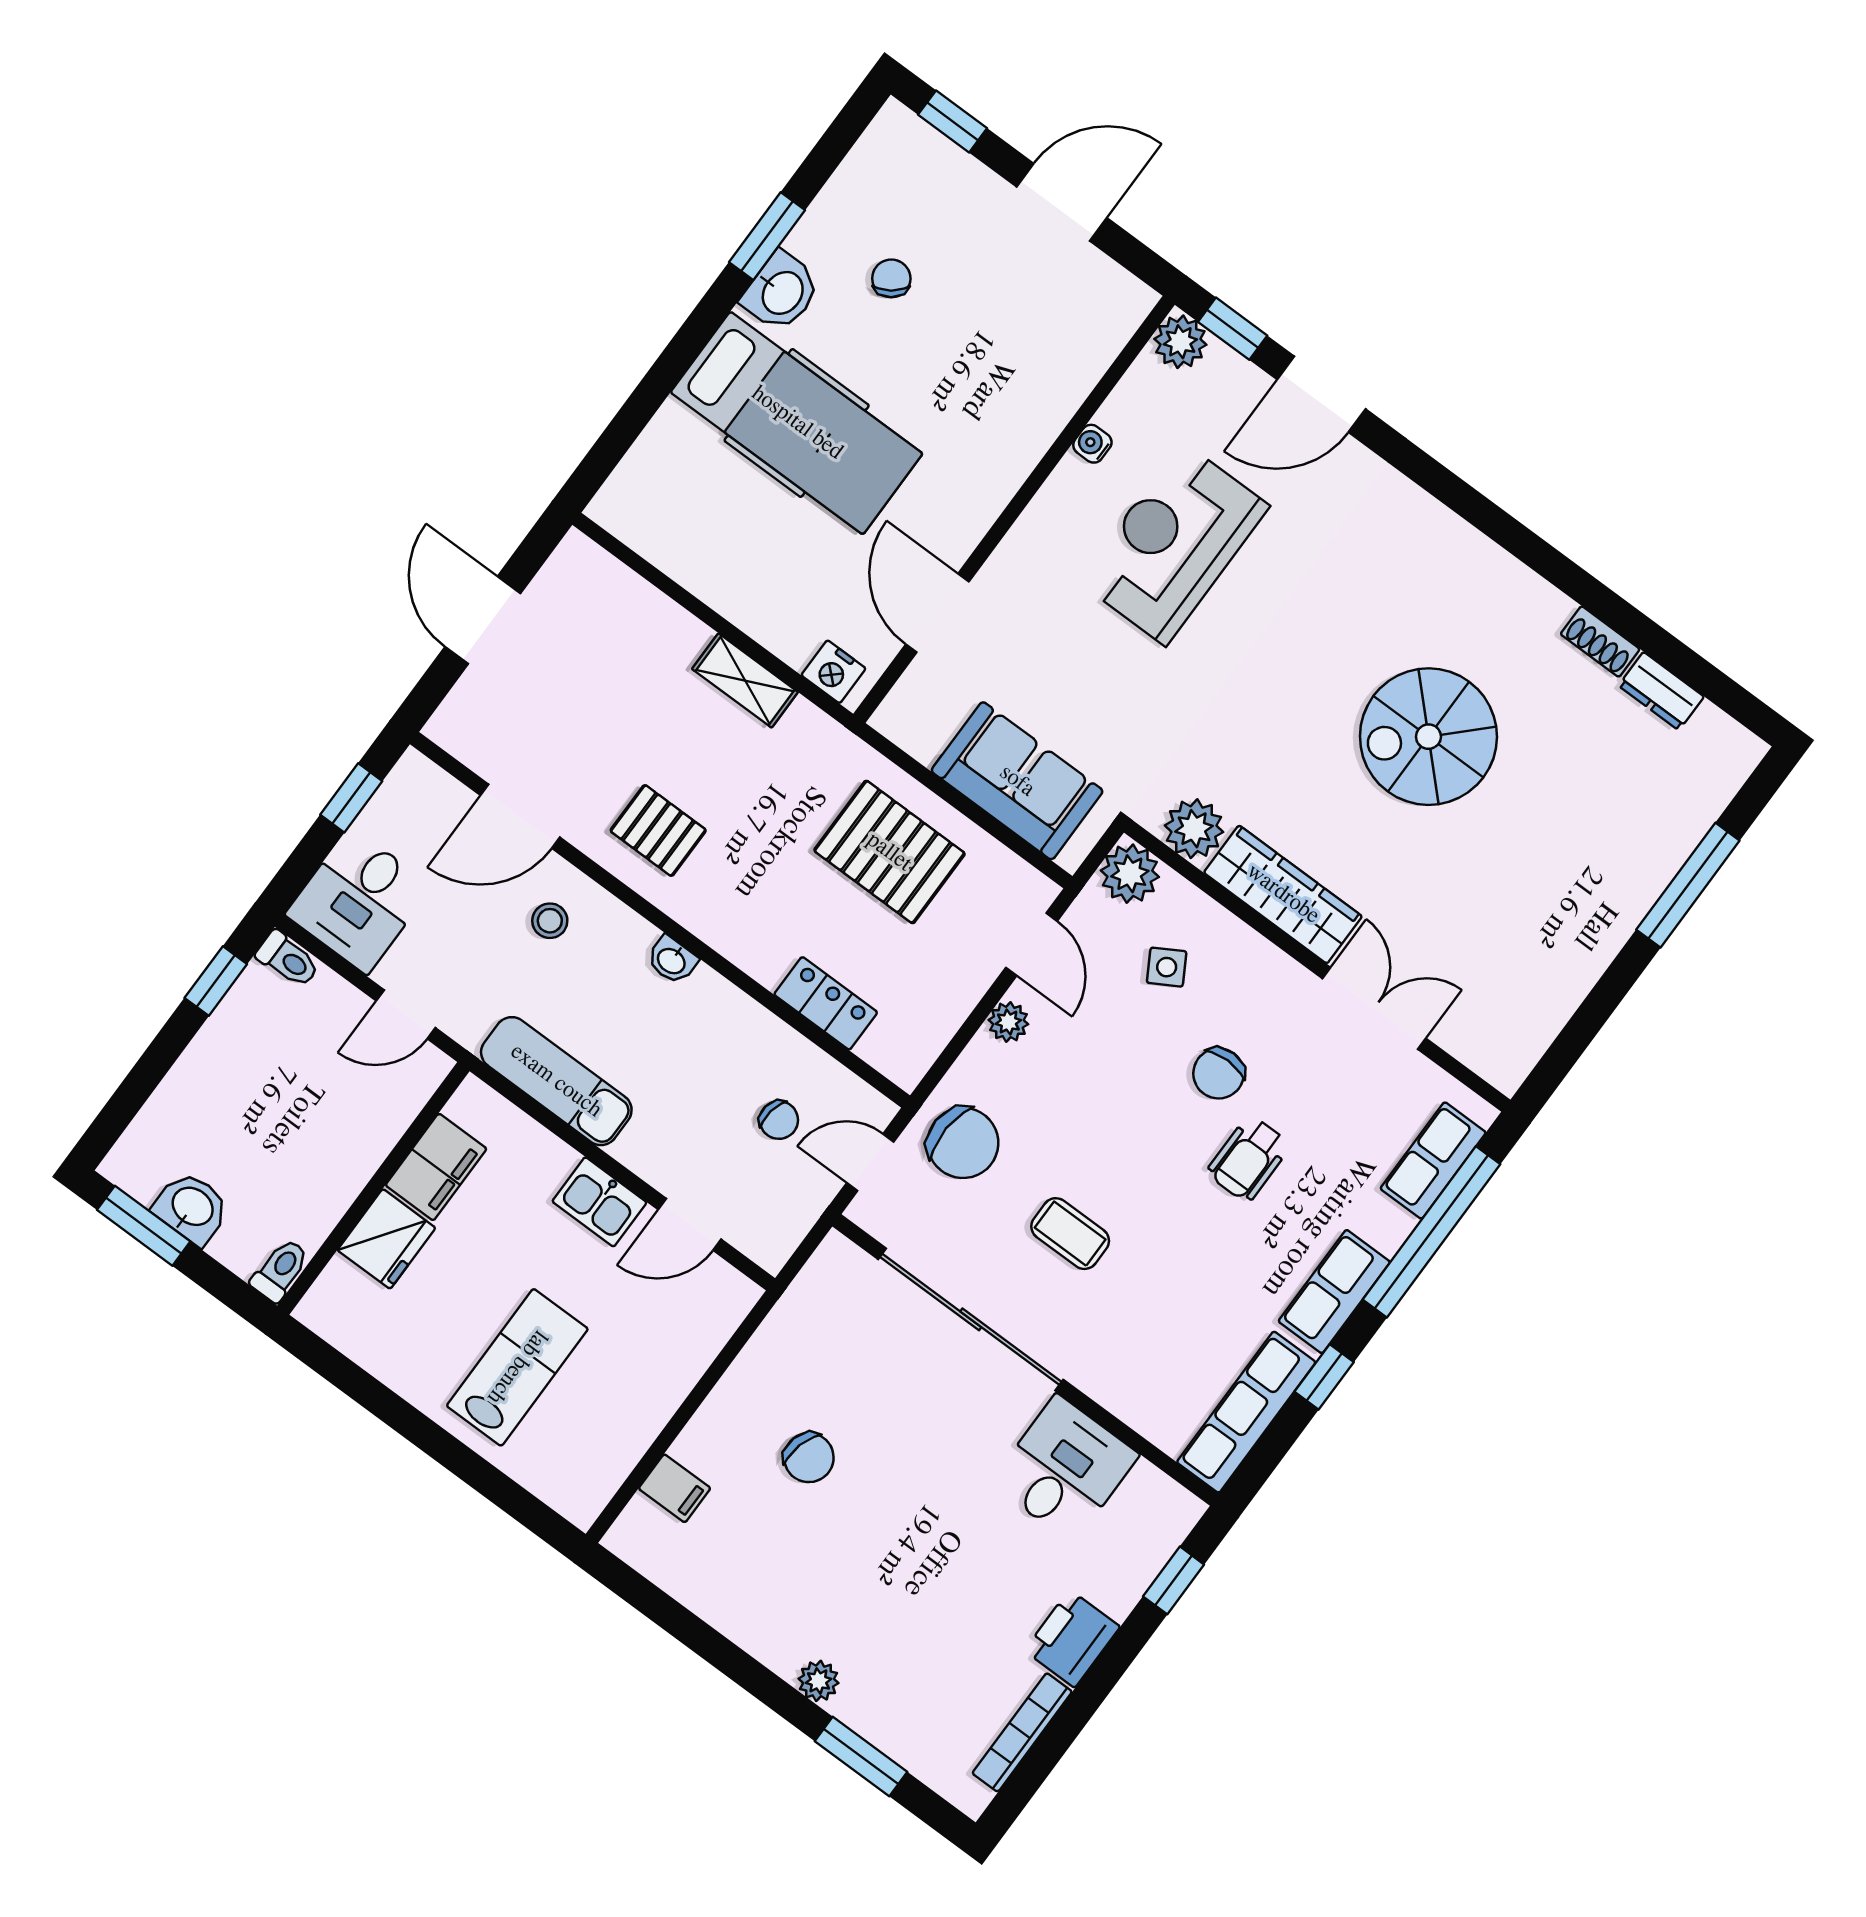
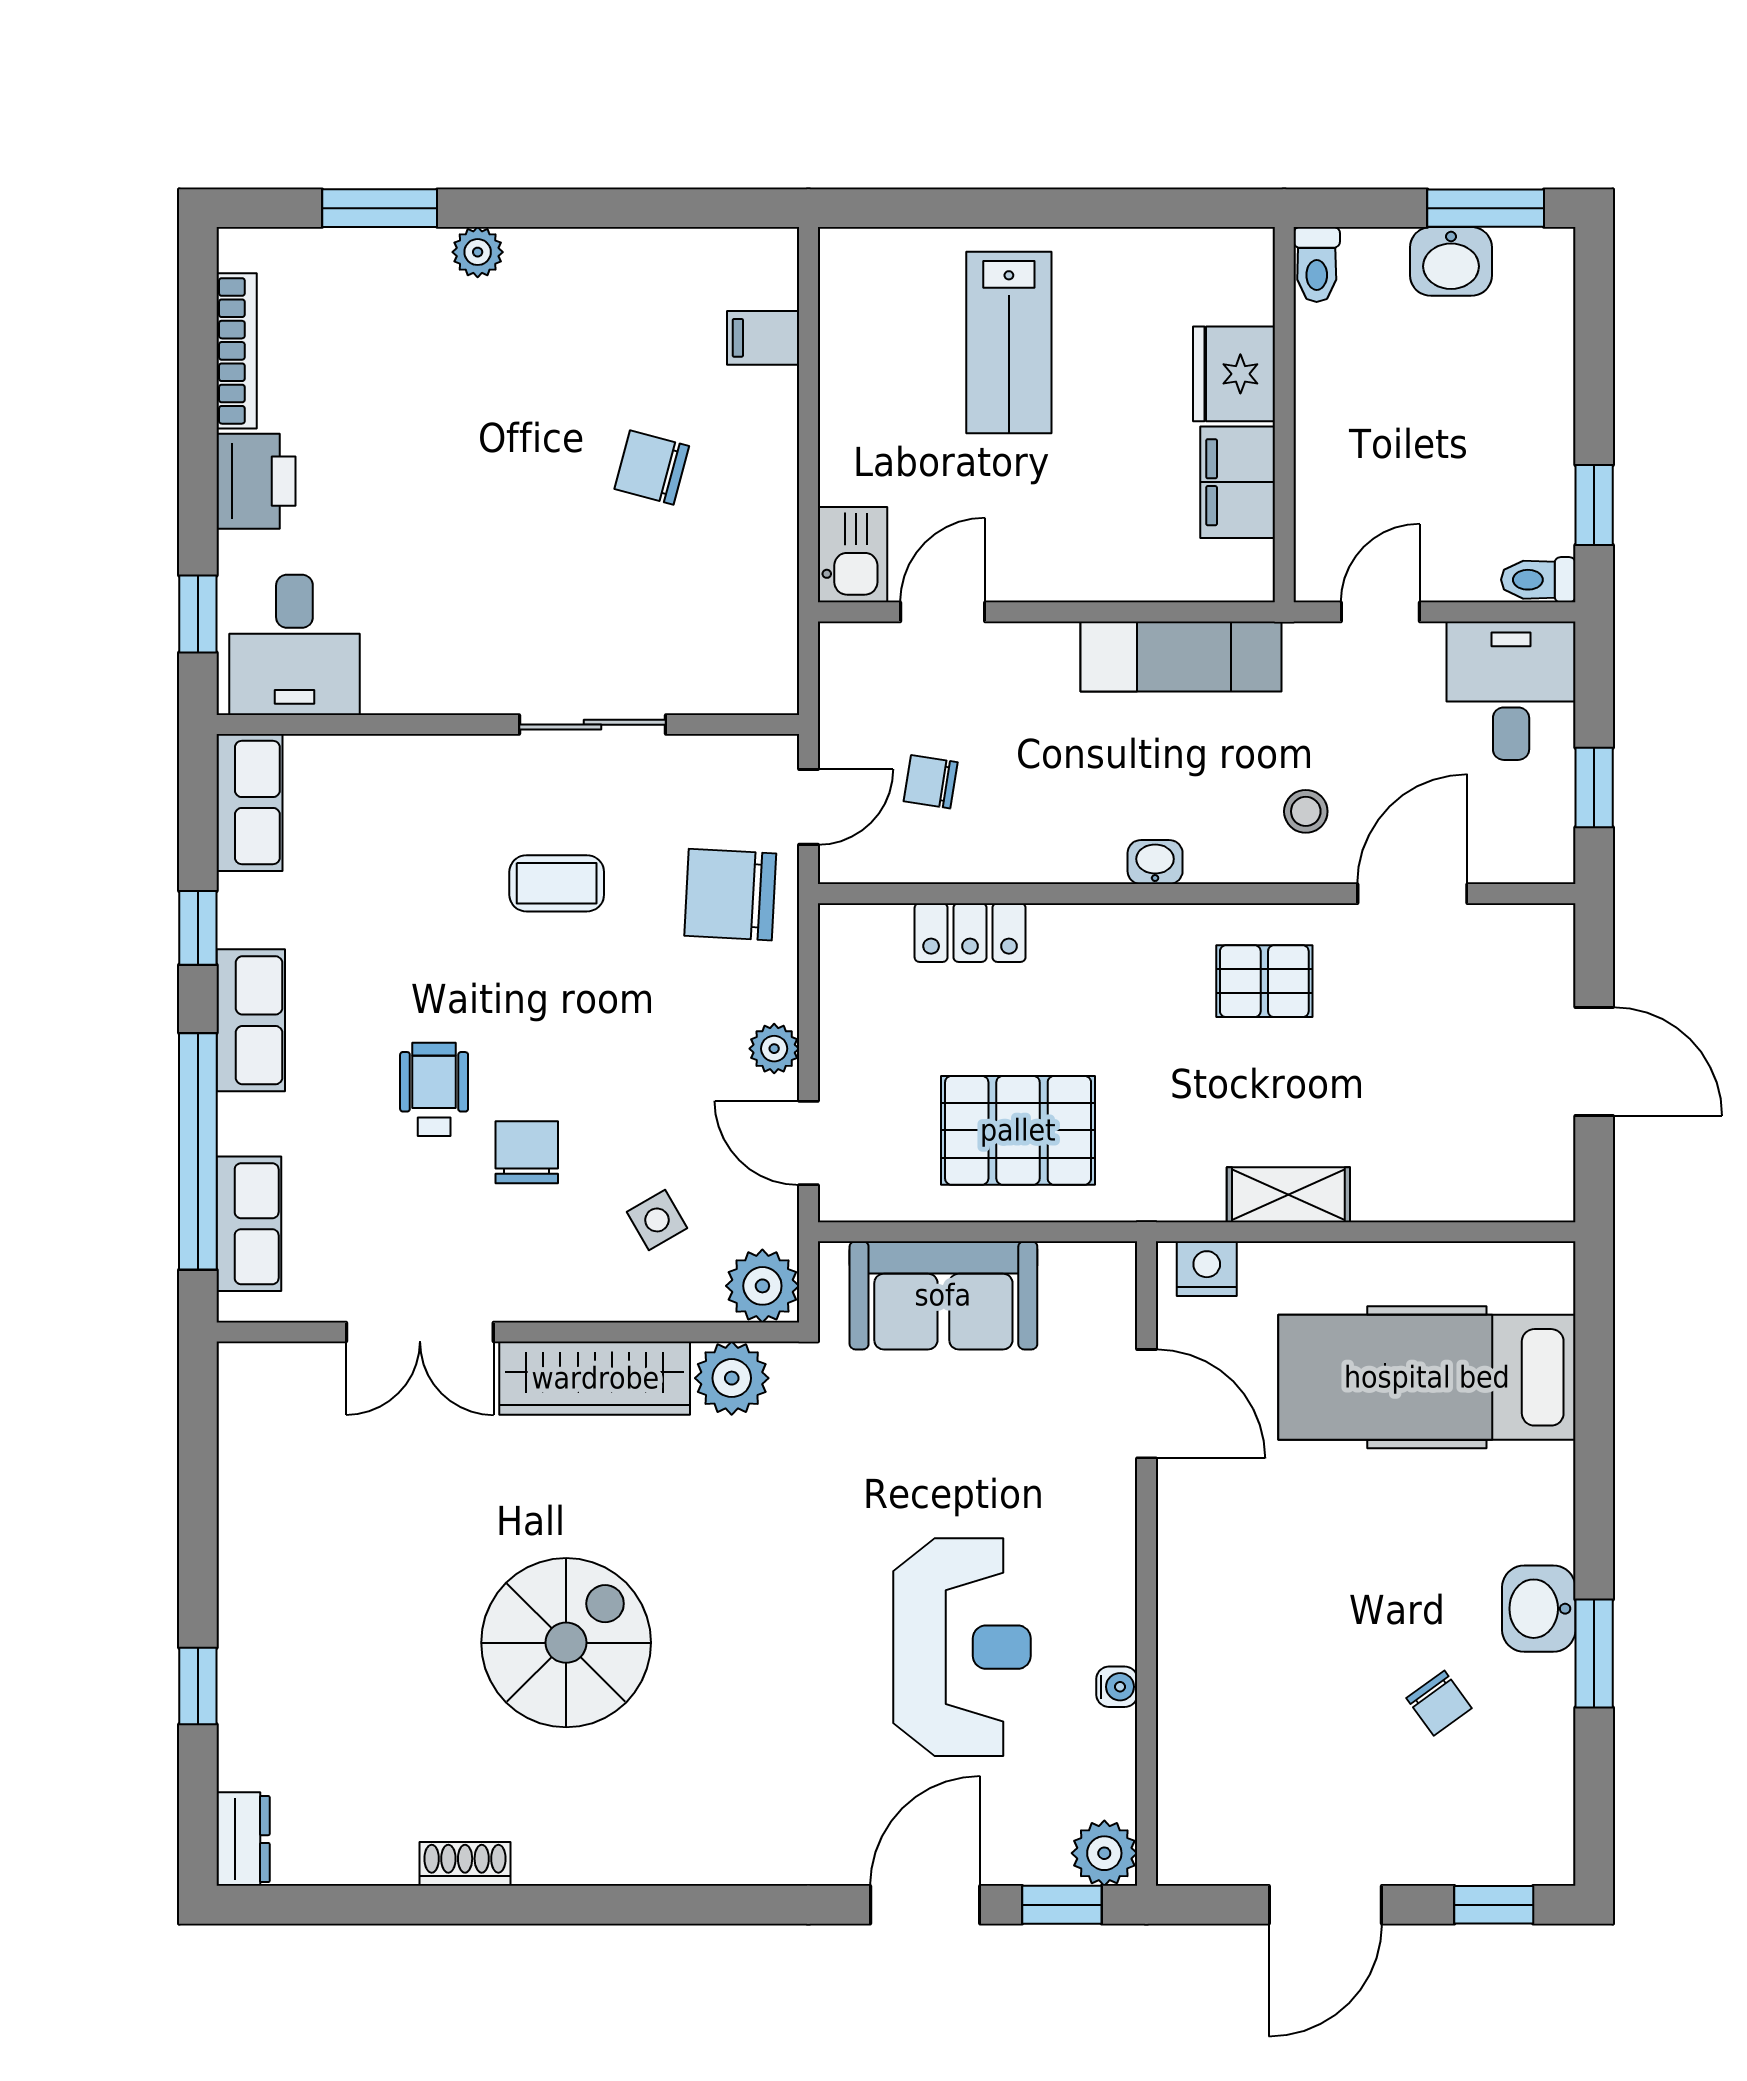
hospital bed: (797, 423) -> (1427, 1377), moved
dresser: (1661, 691) -> (243, 1839), moved, turned 90
window: (1688, 885) -> (198, 1686), width x0.46
kitchen sink: (599, 1202) -> (852, 555), moved, turned 90
sliding door: (971, 1319) -> (592, 725), width x0.54
row of seats: (1246, 1412) -> (250, 802), width x0.68
desk: (1065, 1469) -> (294, 645), moved

